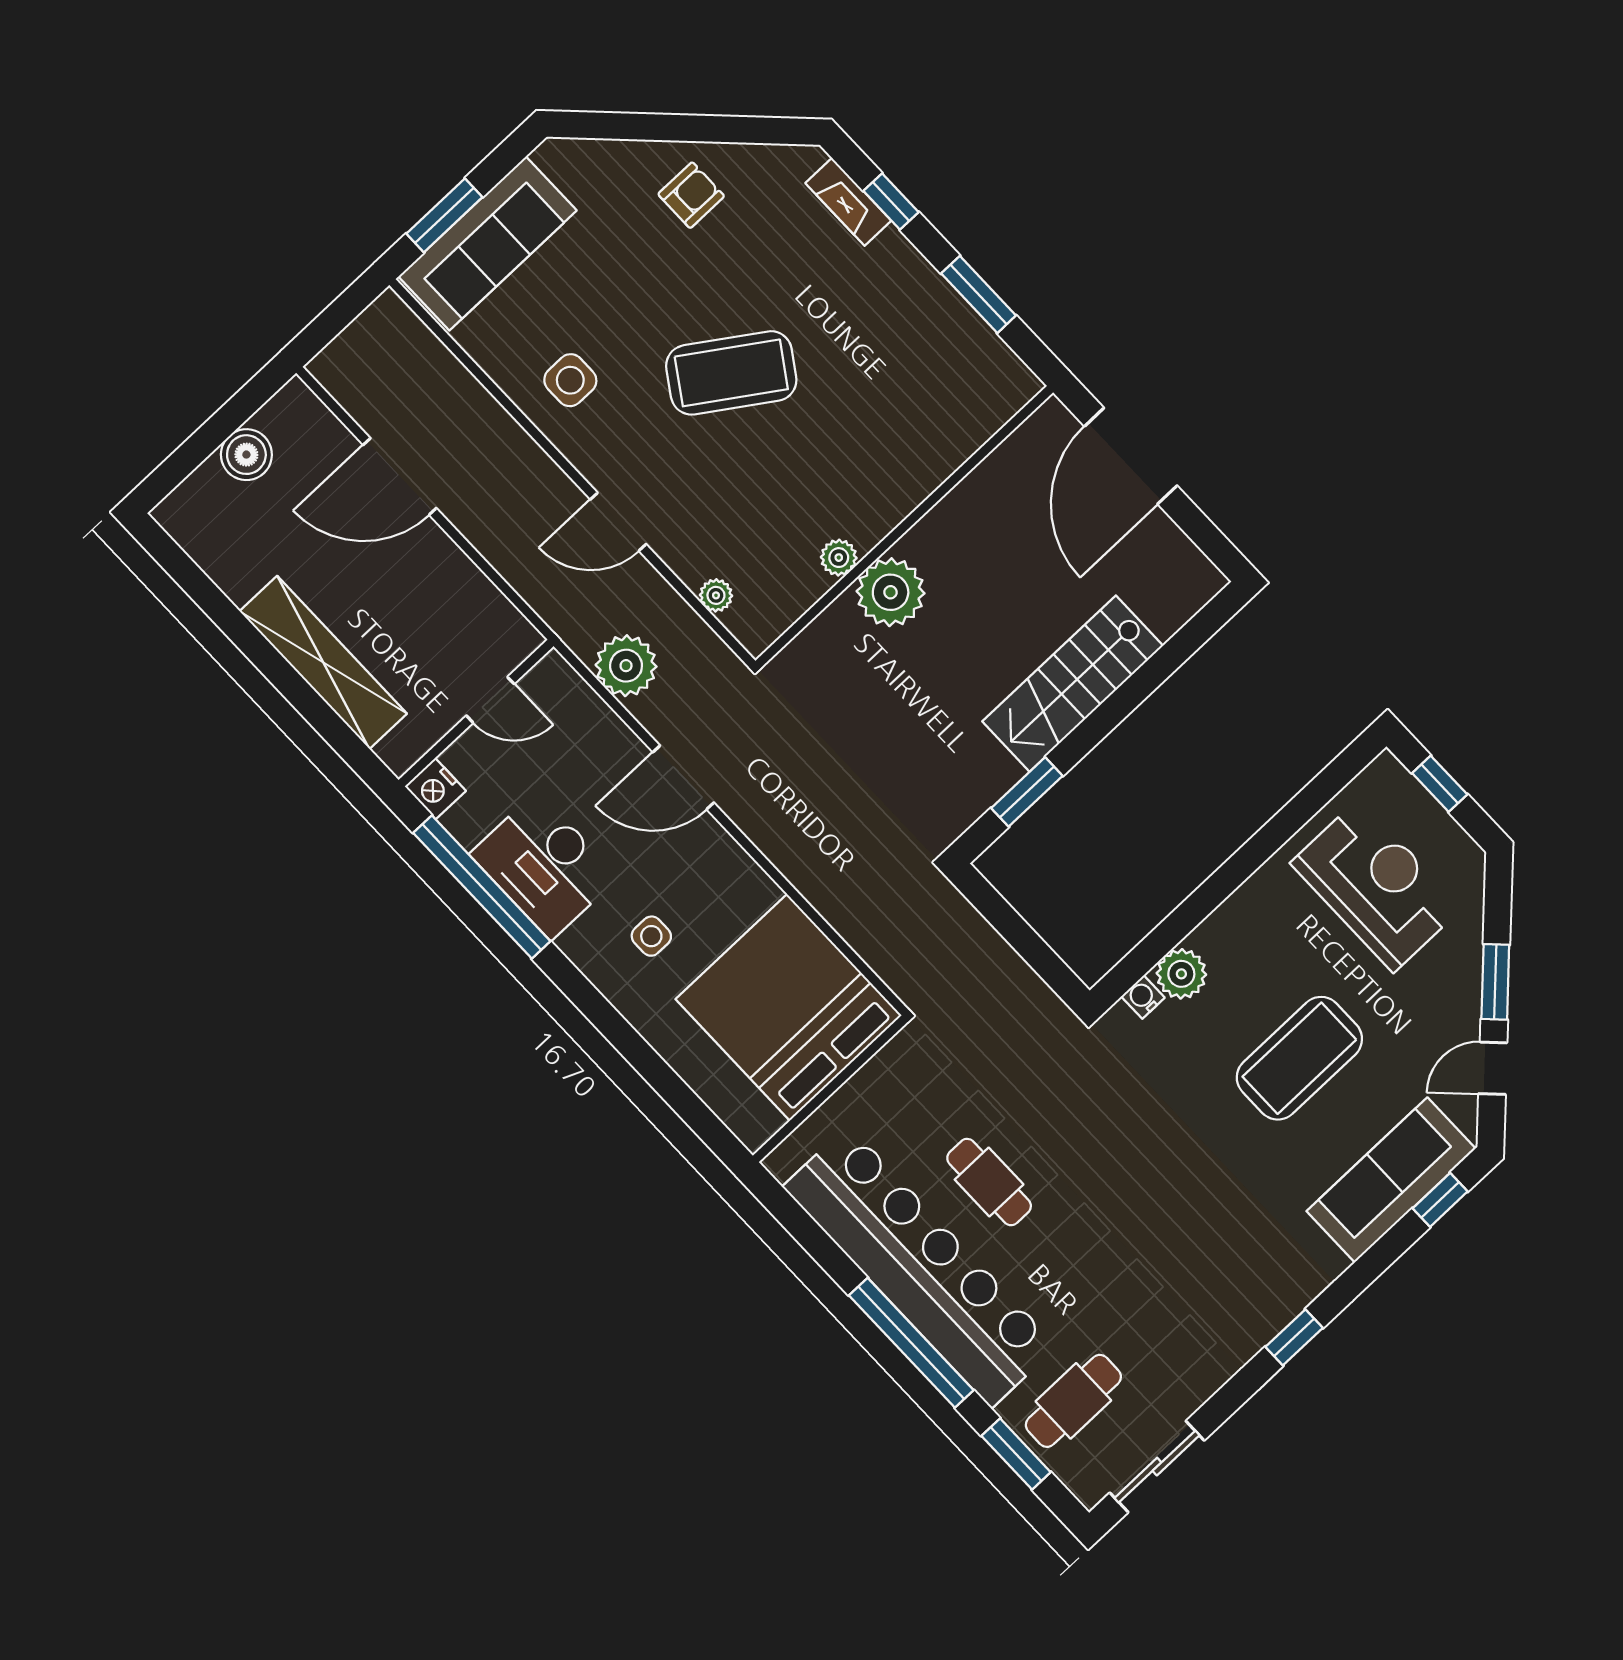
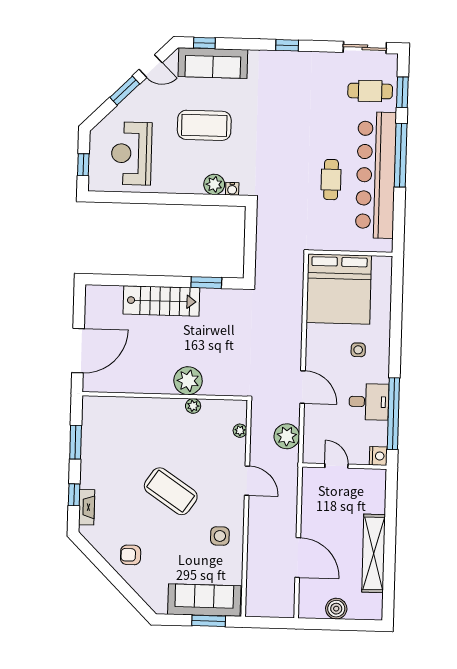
shelving: (323, 662) -> (374, 553), moved
desk: (544, 865) -> (369, 402), width x0.73

